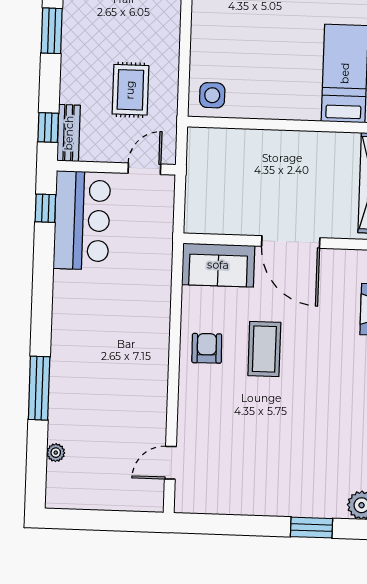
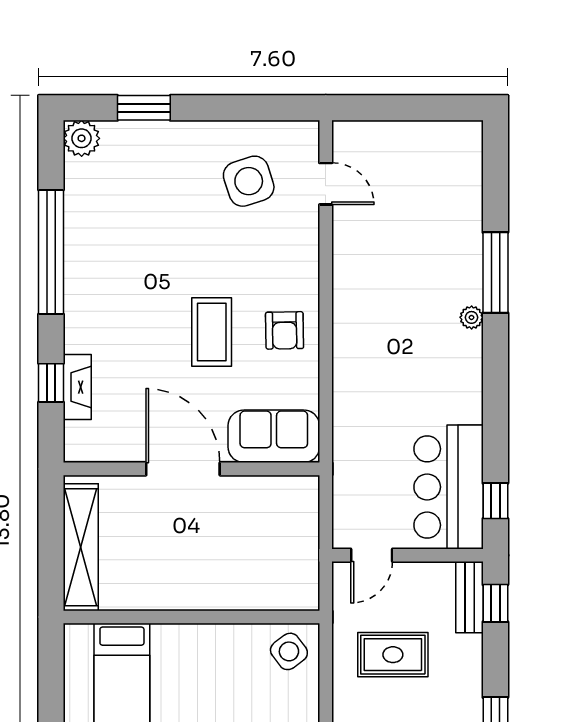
rug: (130, 90) -> (393, 655), turned 90
side table: (212, 95) -> (289, 651), turned -37
plant: (56, 453) -> (472, 317), moved
door: (170, 463) -> (326, 184), hinge flipped
side table: (231, 467) -> (249, 181), added

